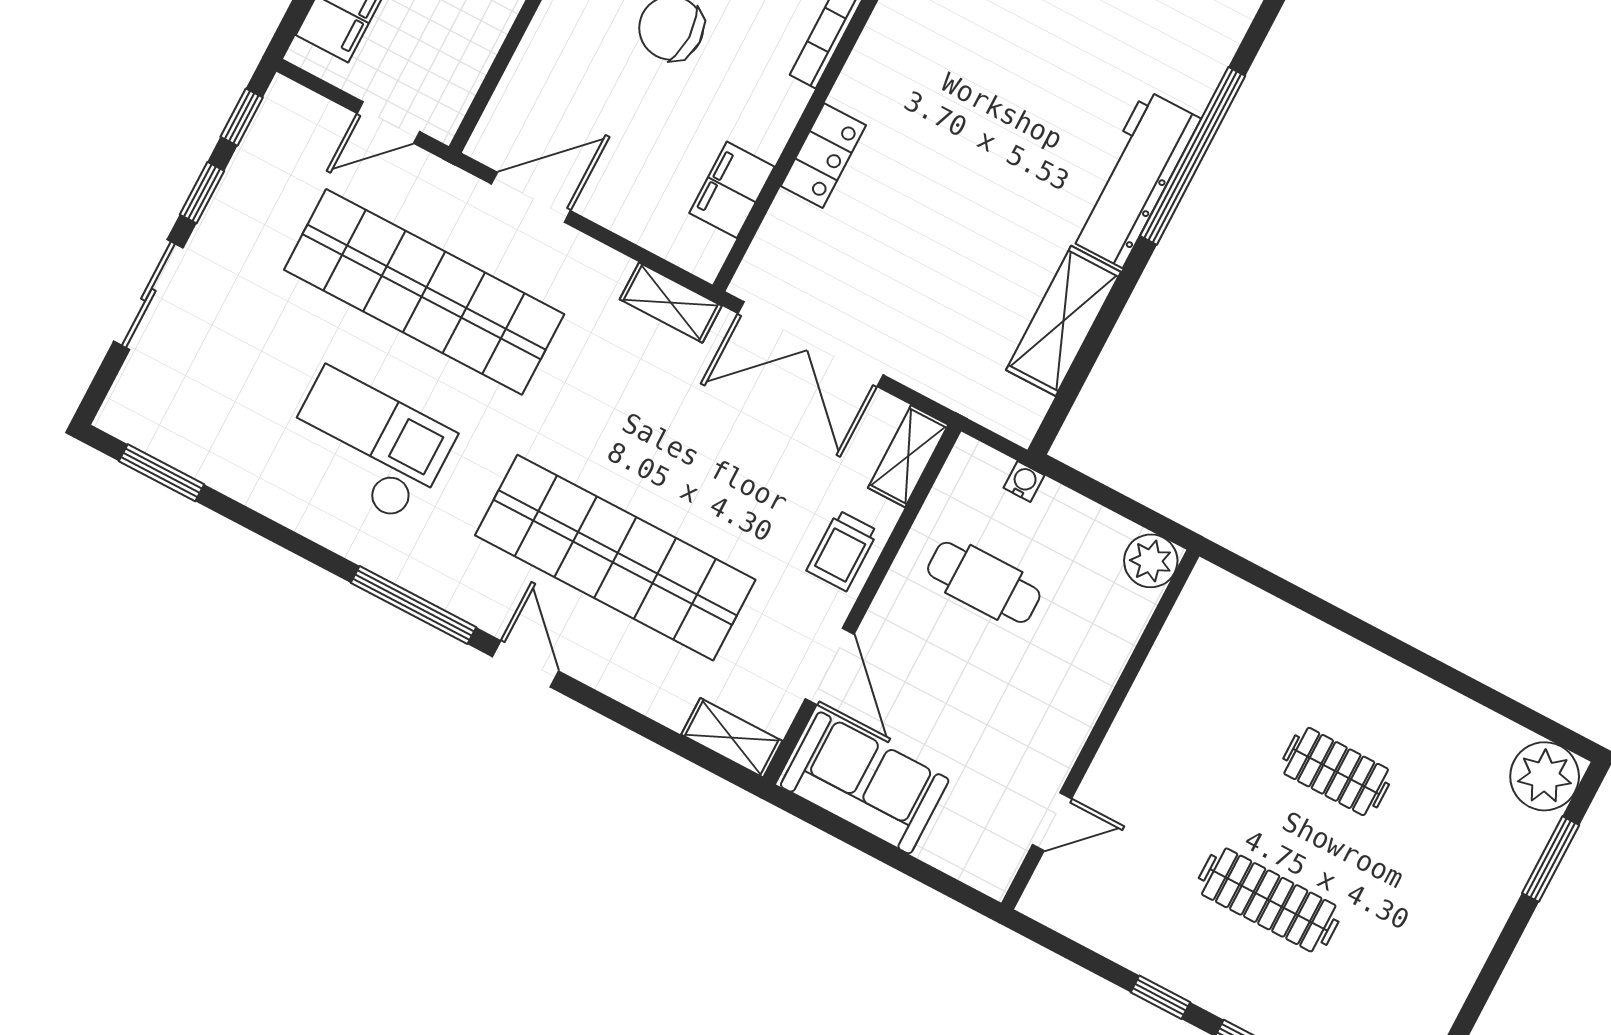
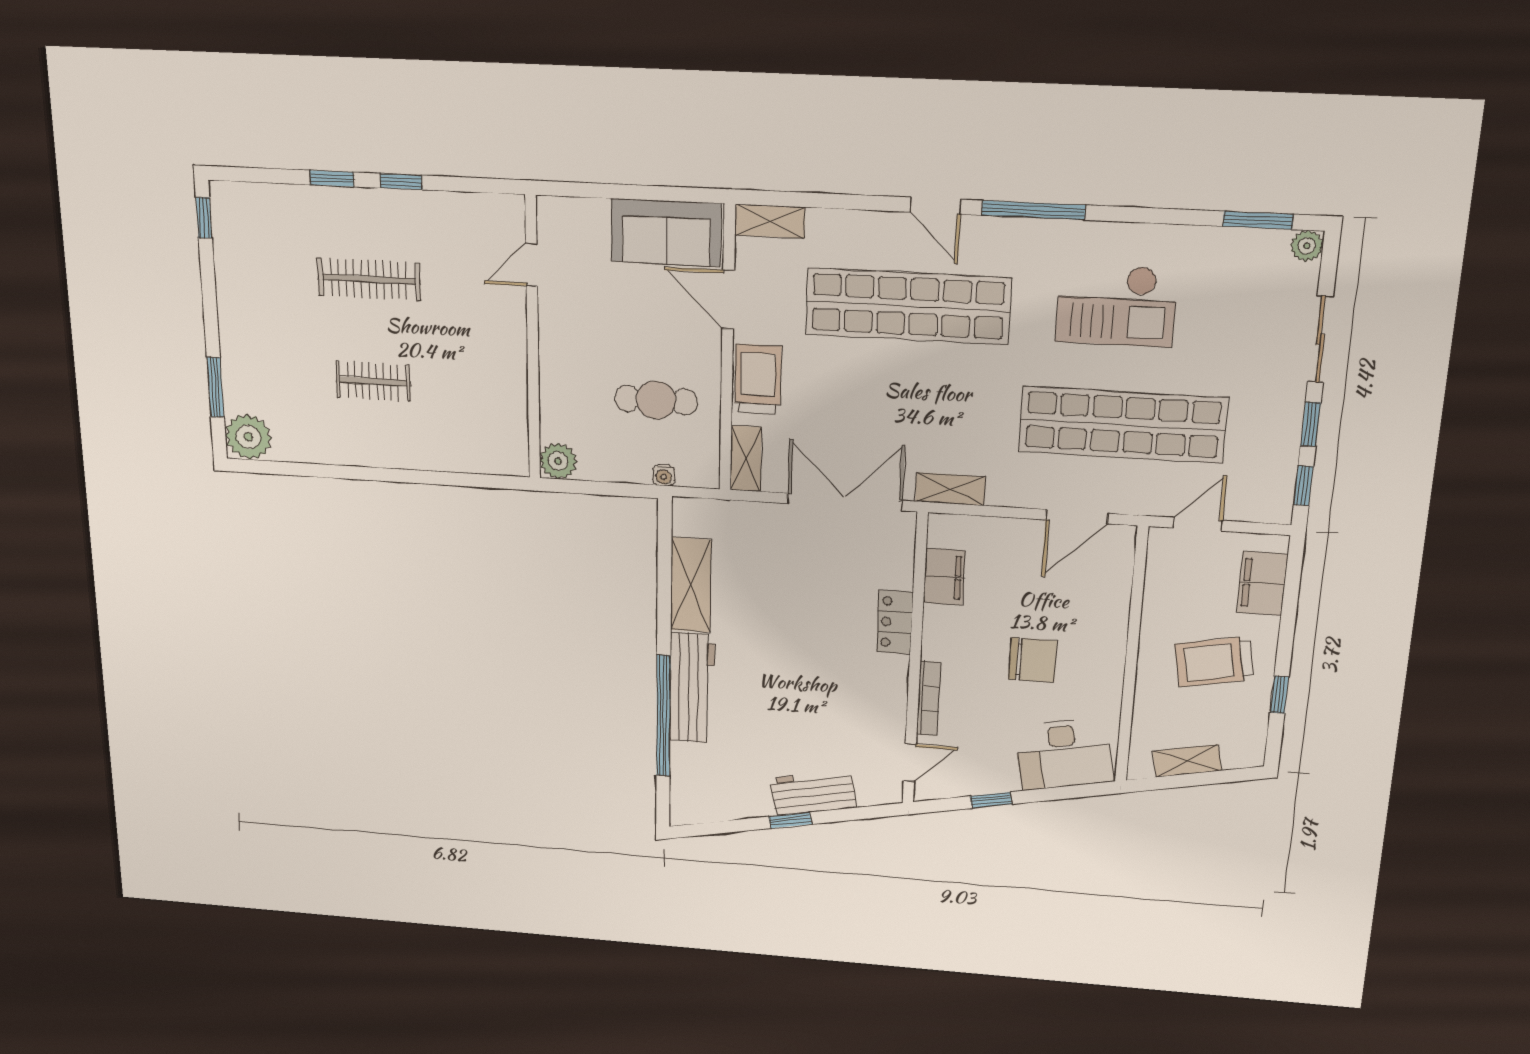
plant: (119, 416) -> (1307, 246), added
trolley: (842, 551) -> (758, 379), width x1.36, depth x1.39

